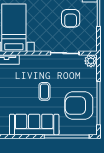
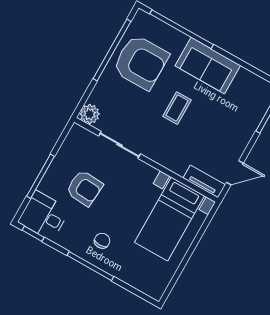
armchair: (71, 18) -> (84, 188), turned 94
sofa: (34, 125) -> (208, 66), width x0.73

